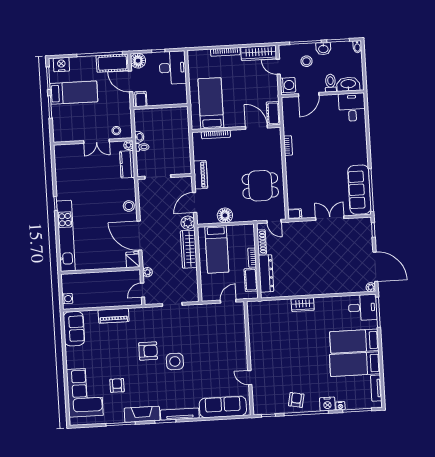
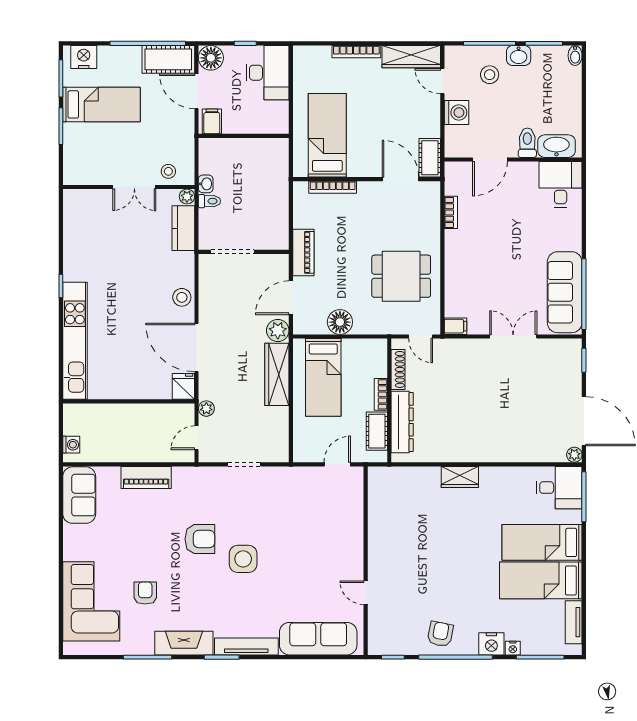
toilet: (331, 83) -> (527, 143), moved
washbasin: (348, 84) -> (556, 146), moved
door: (309, 94) -> (490, 159), moved
wall: (323, 94) -> (513, 159), moved
desk: (352, 107) -> (561, 185), moved

